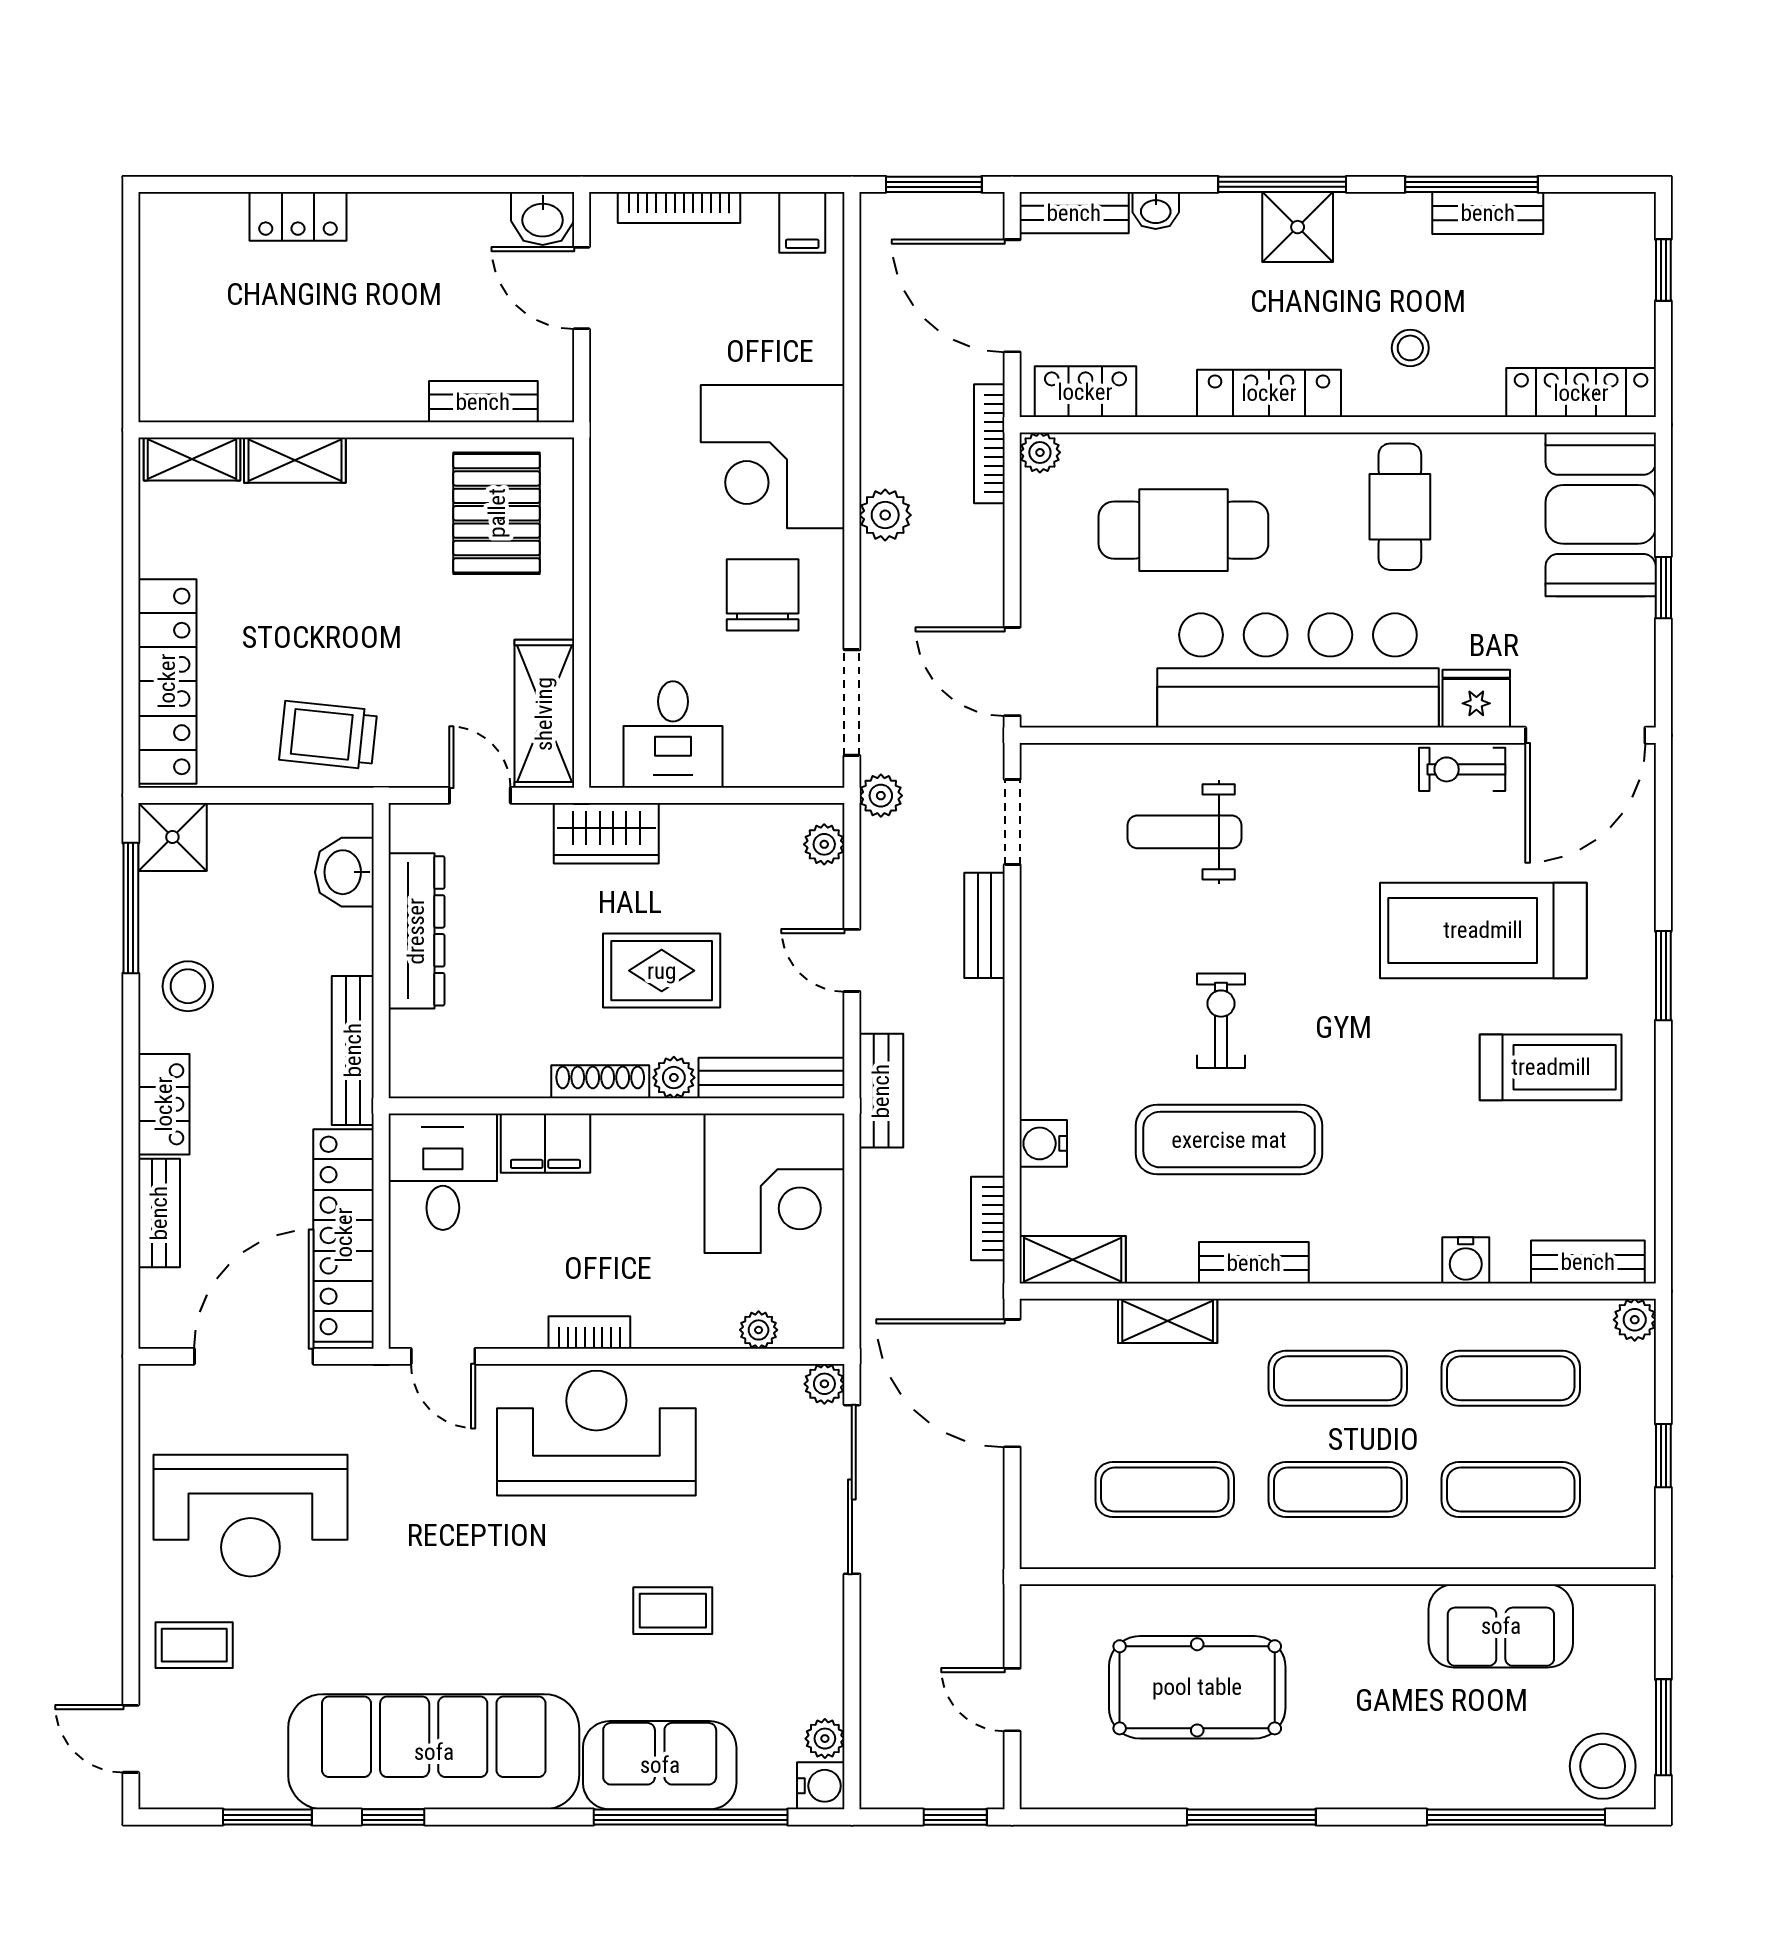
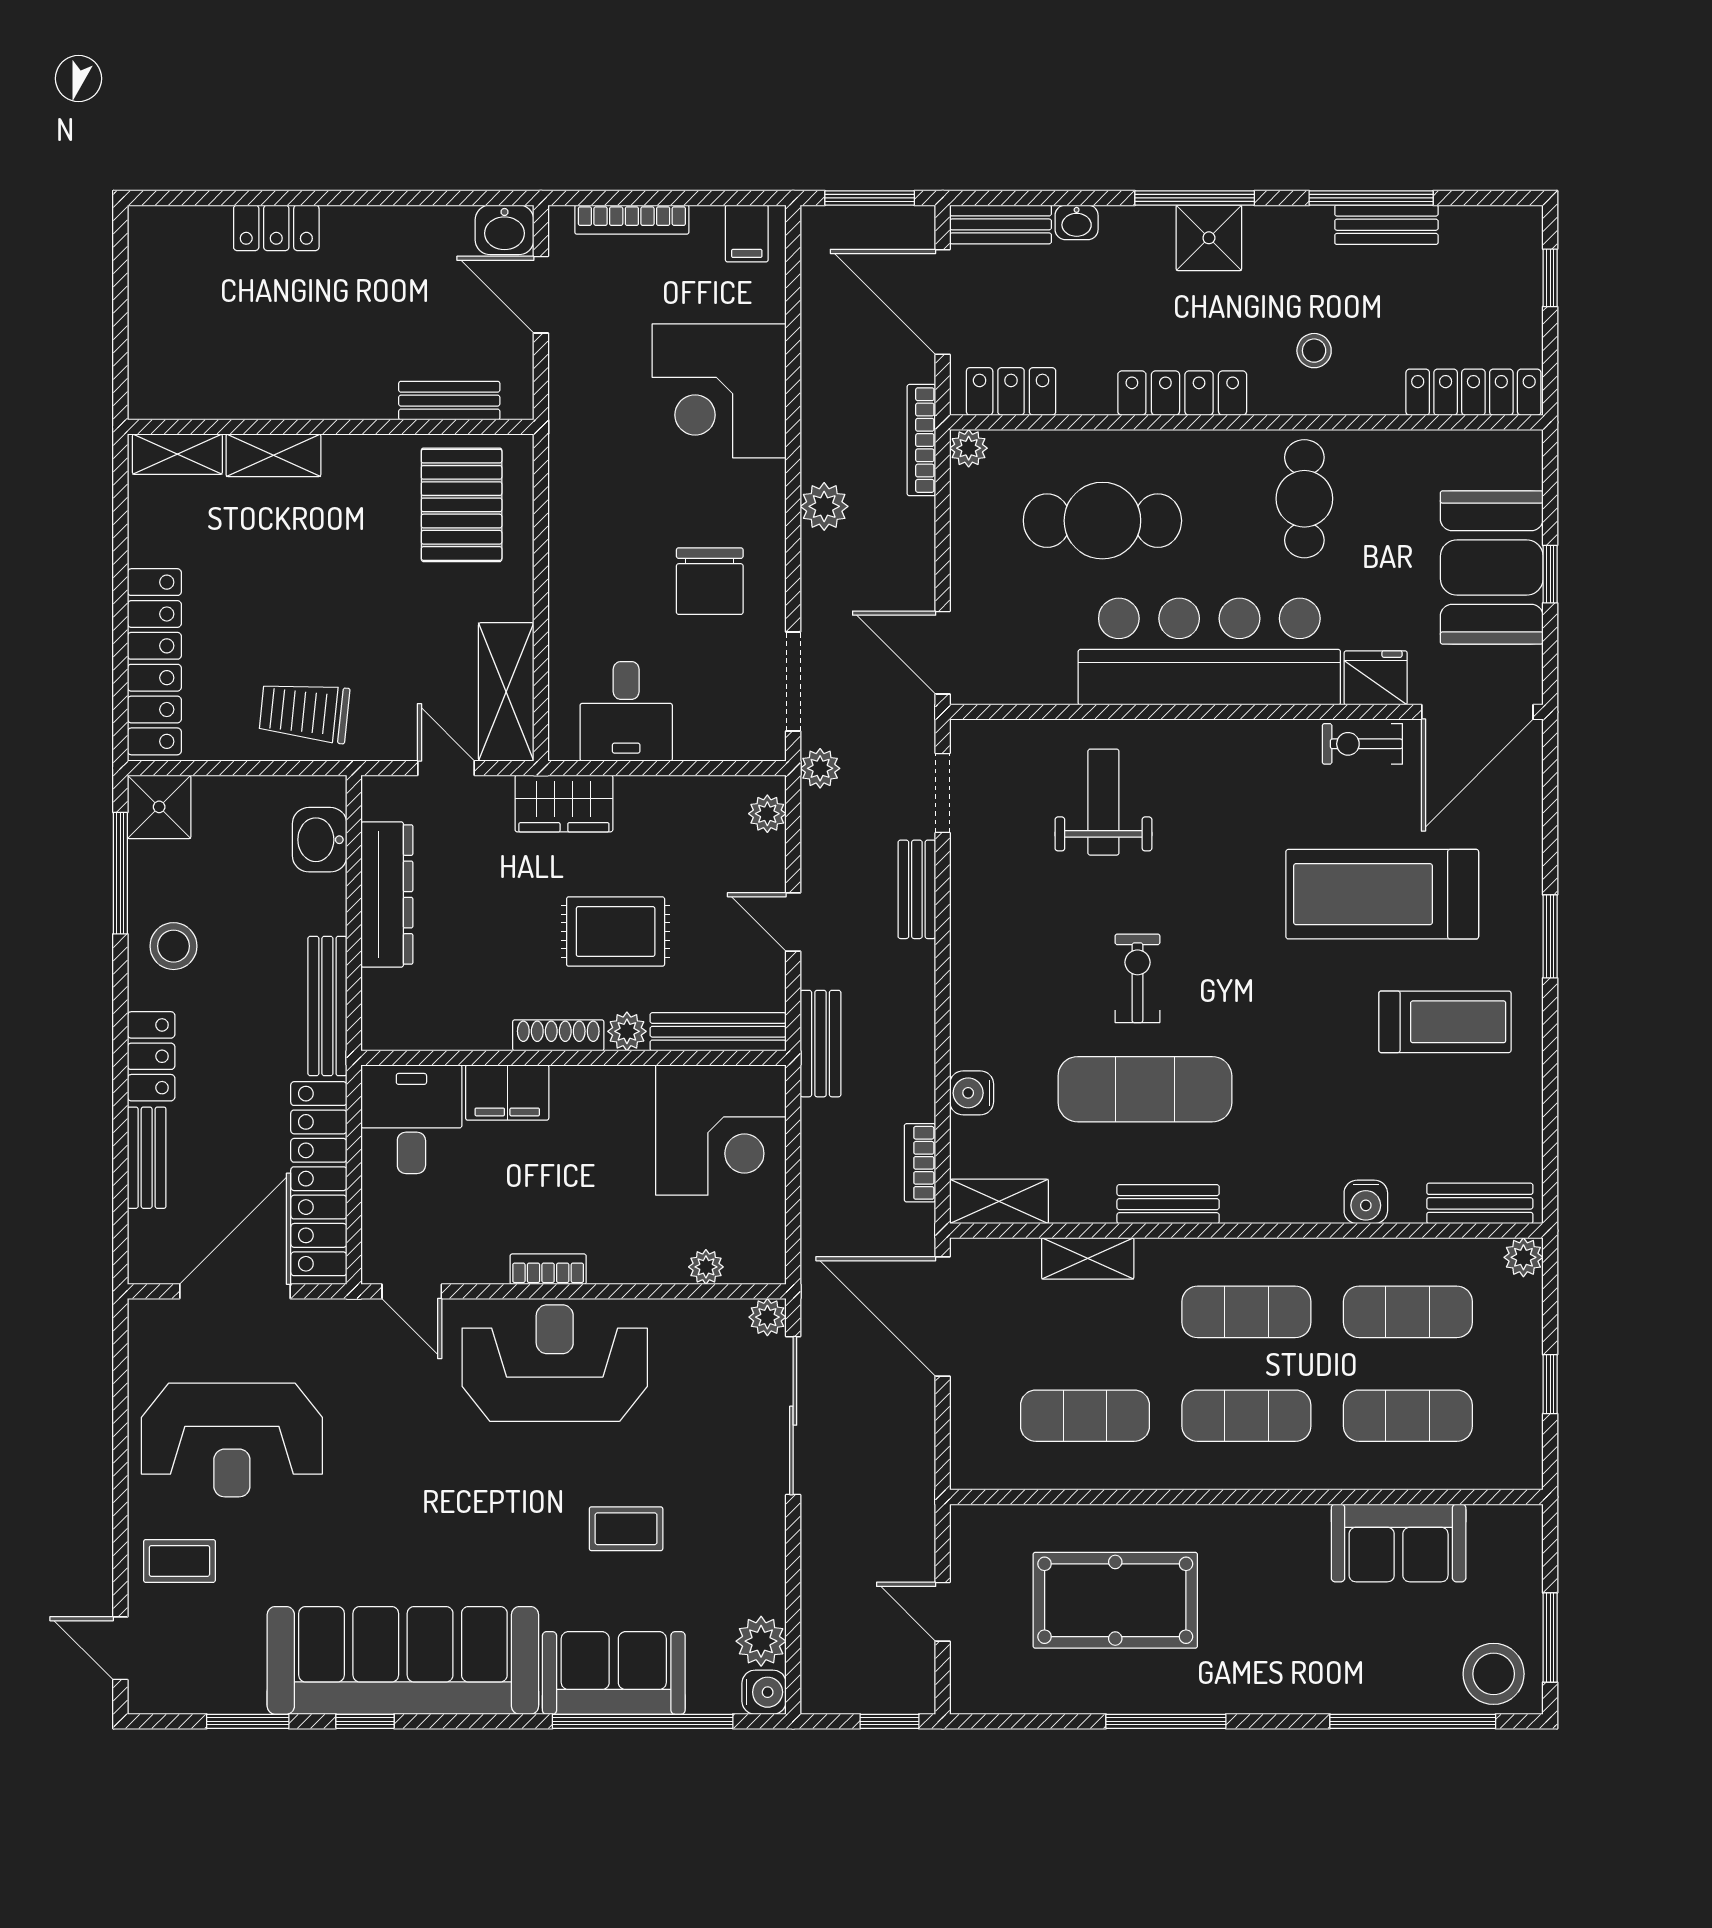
corner desk: (773, 457) -> (719, 391), moved
booth: (1601, 514) -> (1492, 567), moved
chair: (763, 595) -> (710, 581), turned 180
weight bench: (1185, 832) -> (1103, 802), turned 90
plant: (825, 1739) -> (761, 1641), width x1.38, depth x1.38

